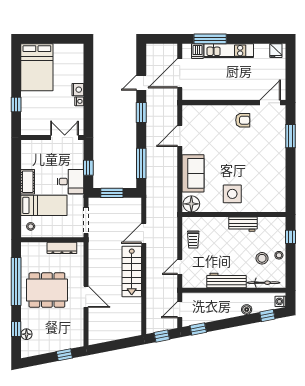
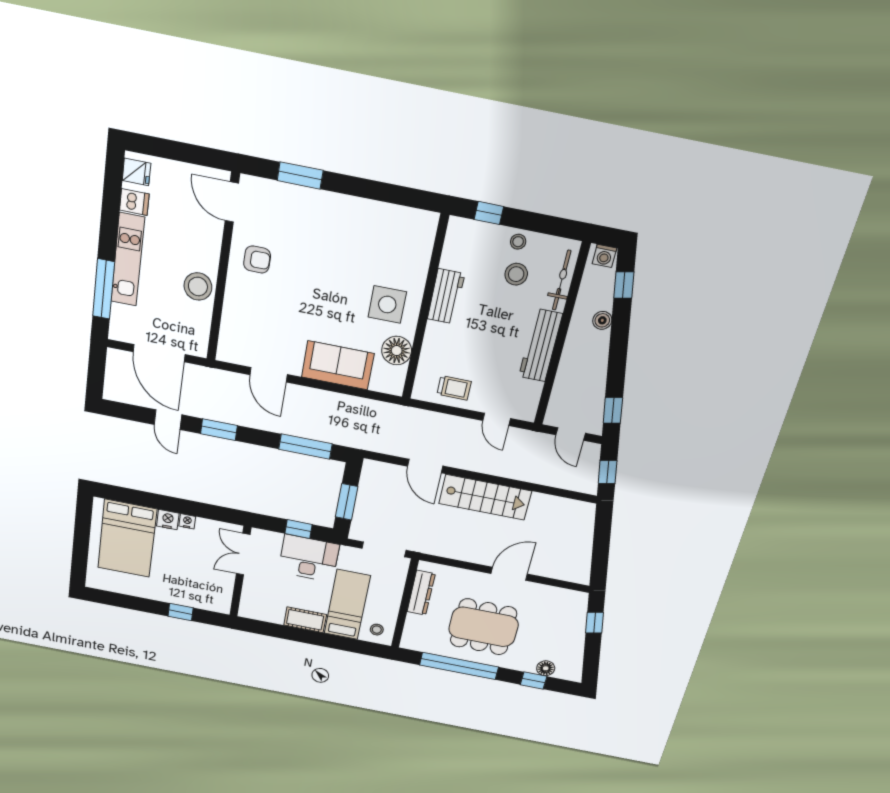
dishwasher: (197, 51) -> (134, 202), moved
bed: (37, 67) -> (127, 538), moved, turned 90
stool: (222, 90) -> (198, 286), added
armchair: (243, 120) -> (257, 260), turned 90
desk: (70, 182) -> (309, 558), width x1.37
floor lamp: (191, 204) -> (397, 351), moved
dining table: (47, 290) -> (483, 627), turned 90

